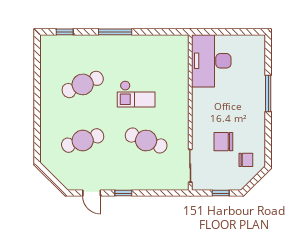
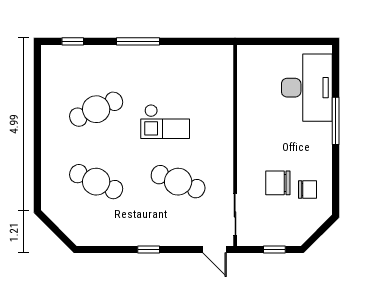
desk: (211, 61) -> (307, 88), moved, turned 180
cafe table: (83, 141) -> (96, 182), turned 42
chair: (246, 160) -> (308, 189), moved
door: (92, 193) -> (215, 249), moved

